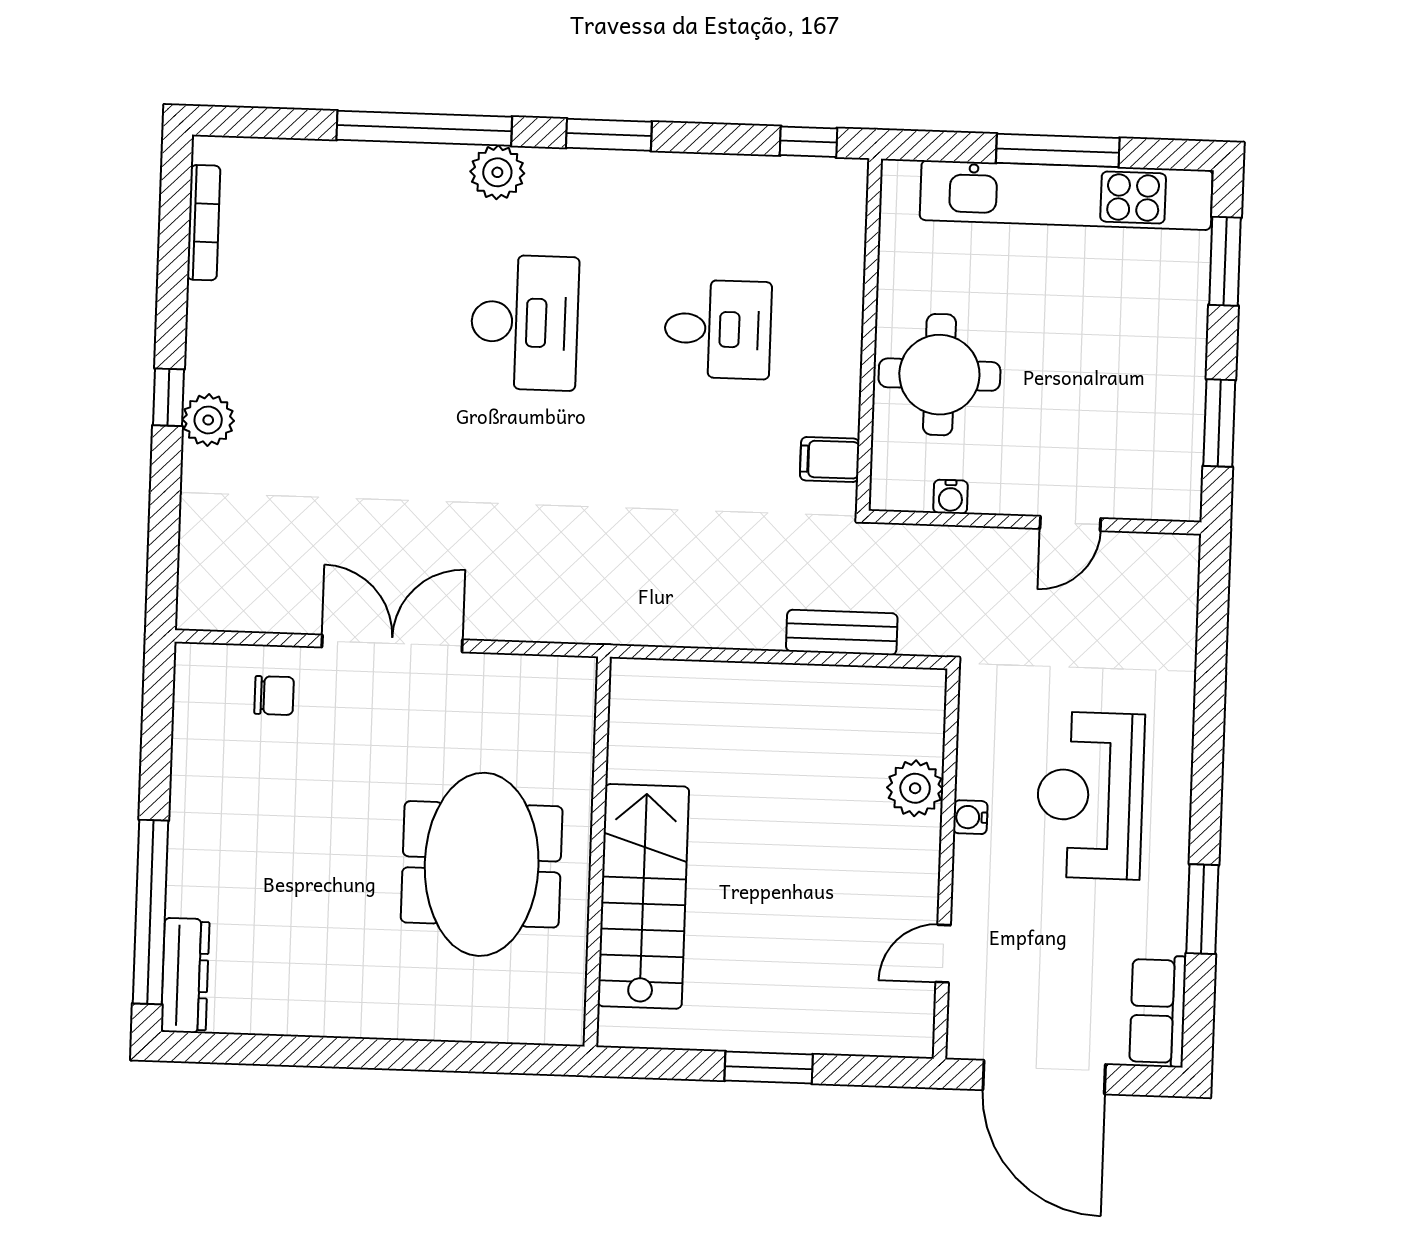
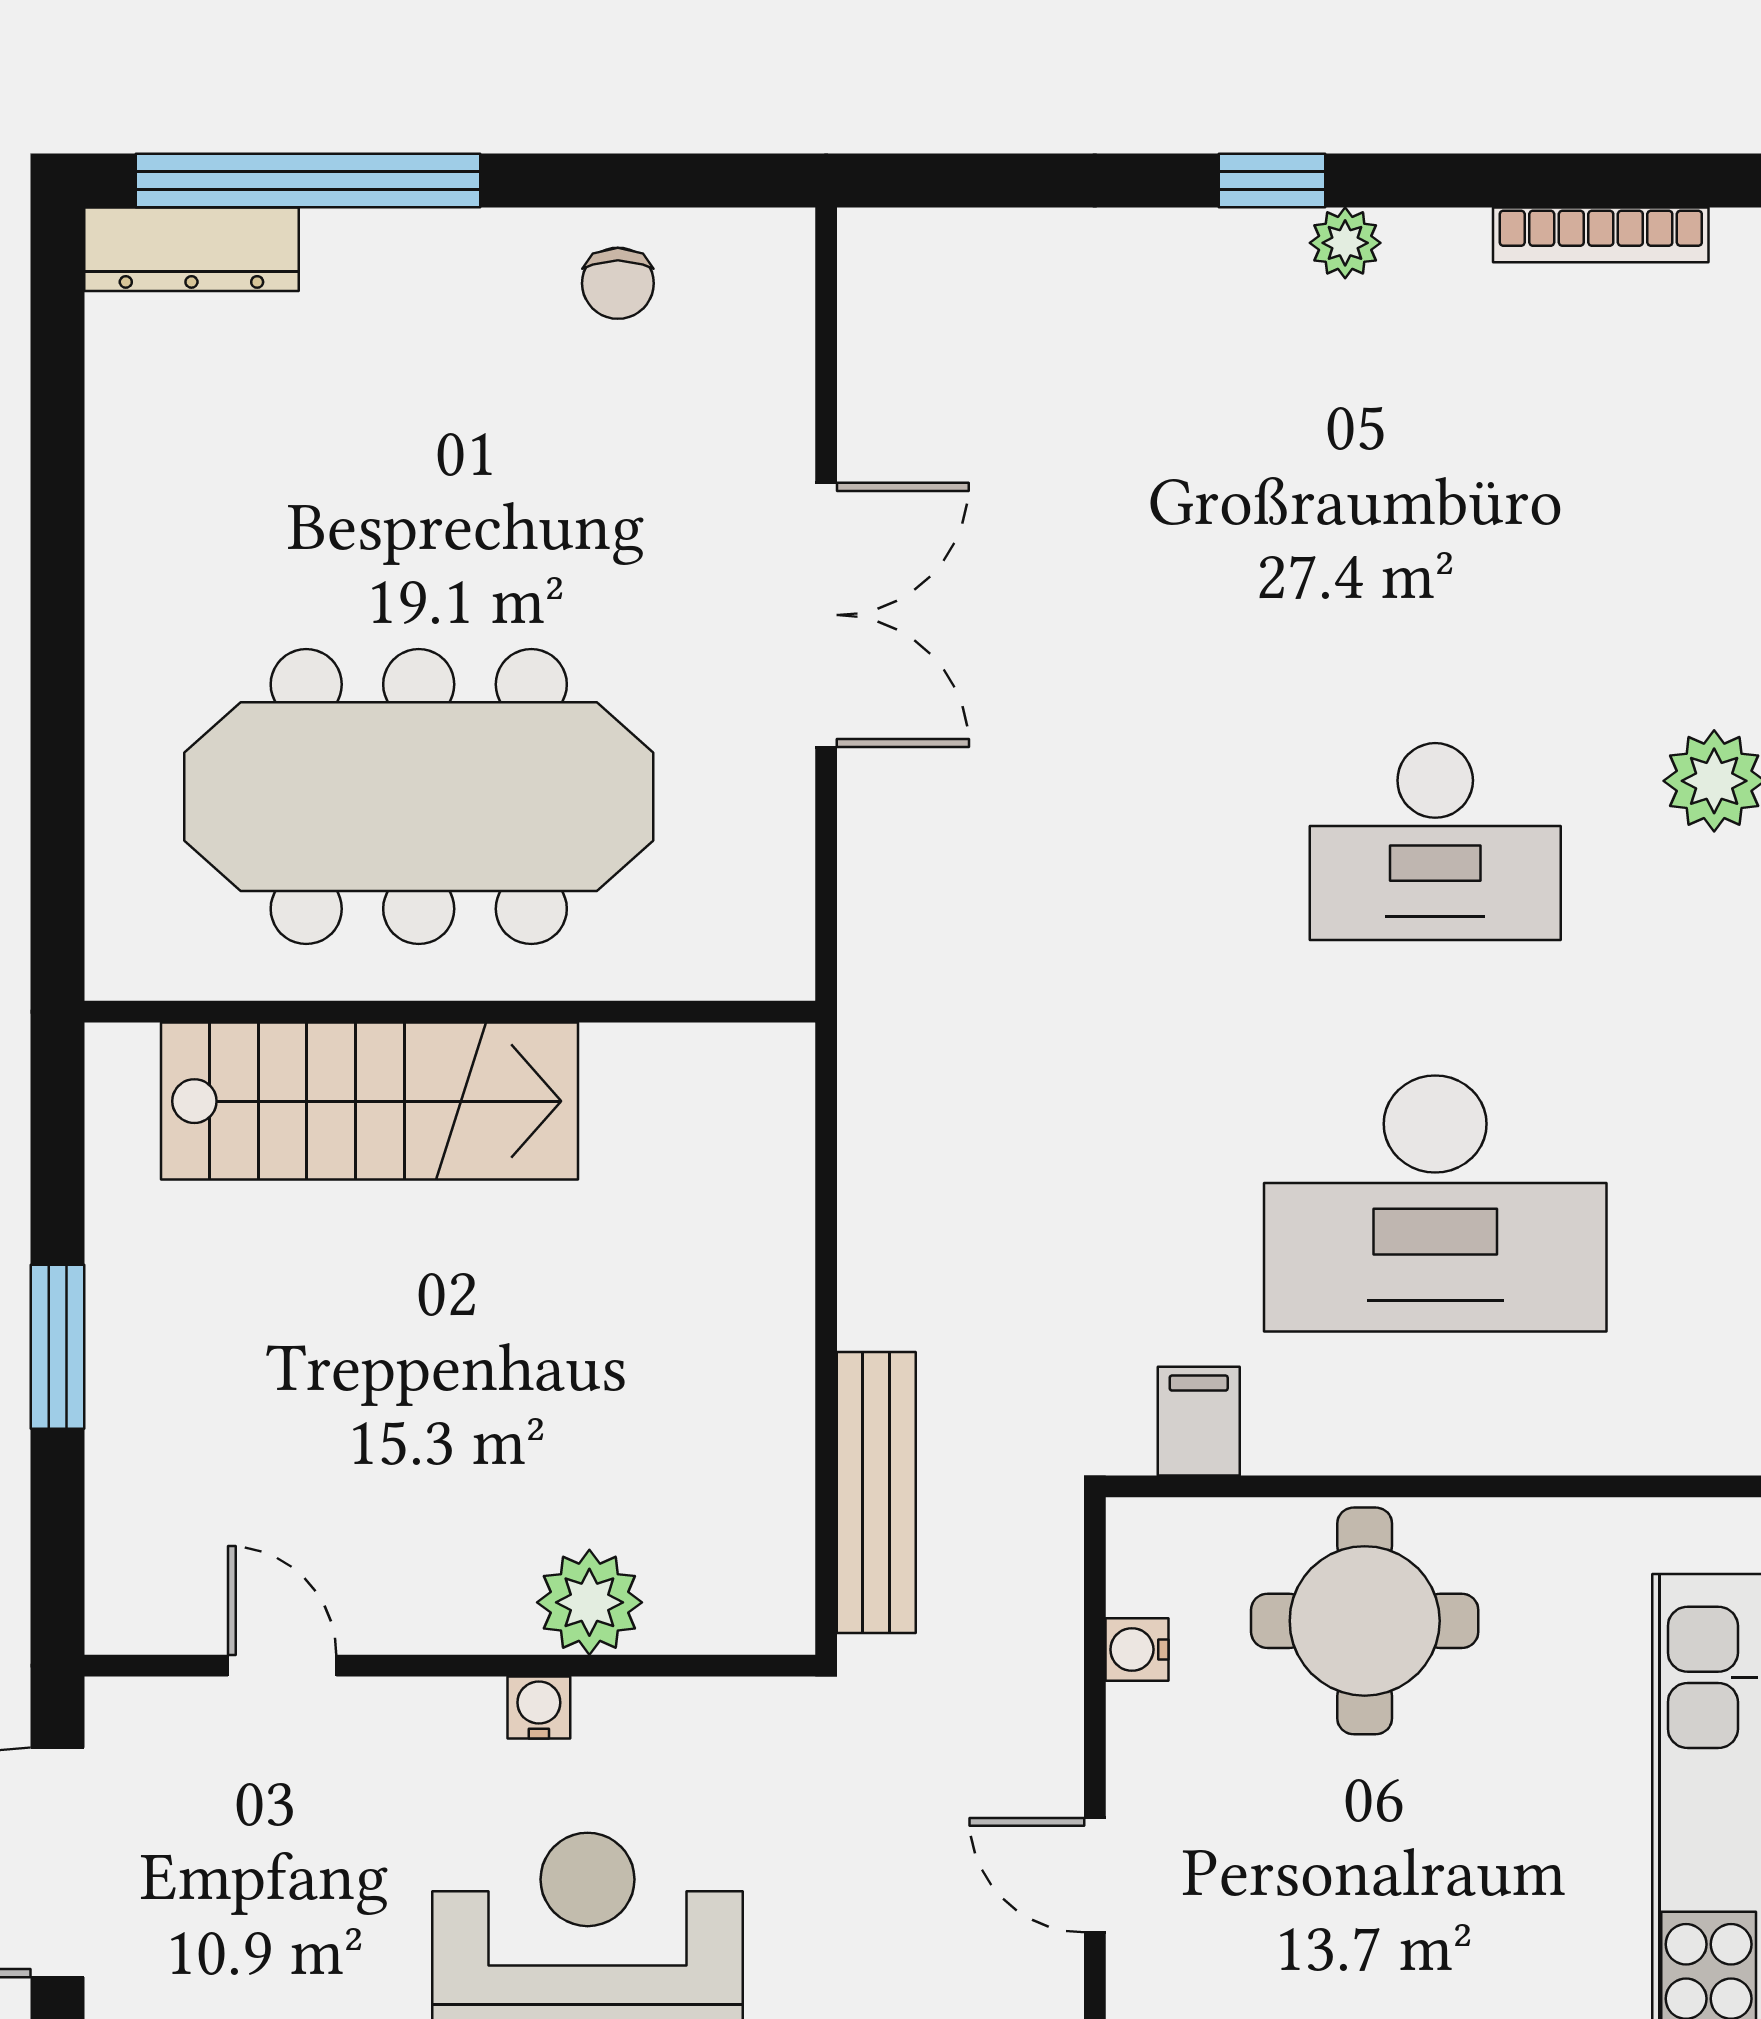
desk: (718, 329) -> (1435, 1203), width x1.87, depth x1.30
plant: (208, 420) -> (1345, 243), moved, width x0.73, depth x0.73
bench: (842, 632) -> (876, 1493), width x1.36
chair: (274, 695) -> (618, 283), moved
meeting table: (482, 864) -> (419, 797), width x1.36

